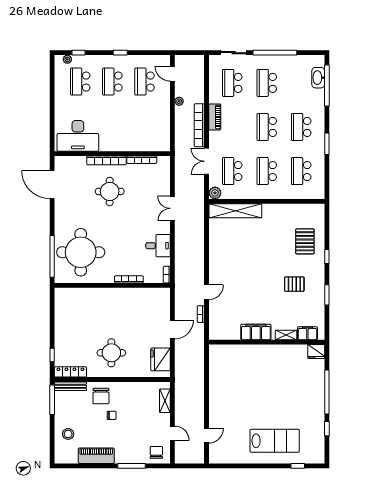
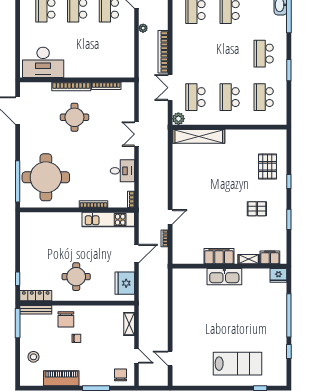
piano: (215, 117) -> (178, 44), removed
school desk: (267, 127) -> (230, 54), removed
kitchen unit: (144, 295) -> (108, 220), added
kitchen sink: (261, 353) -> (224, 277), added
door: (207, 436) -> (170, 358), swing flipped

